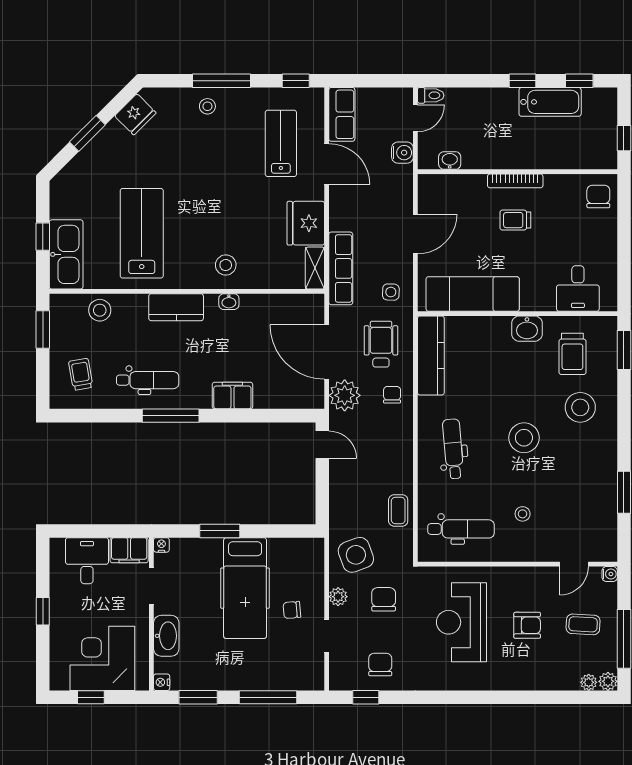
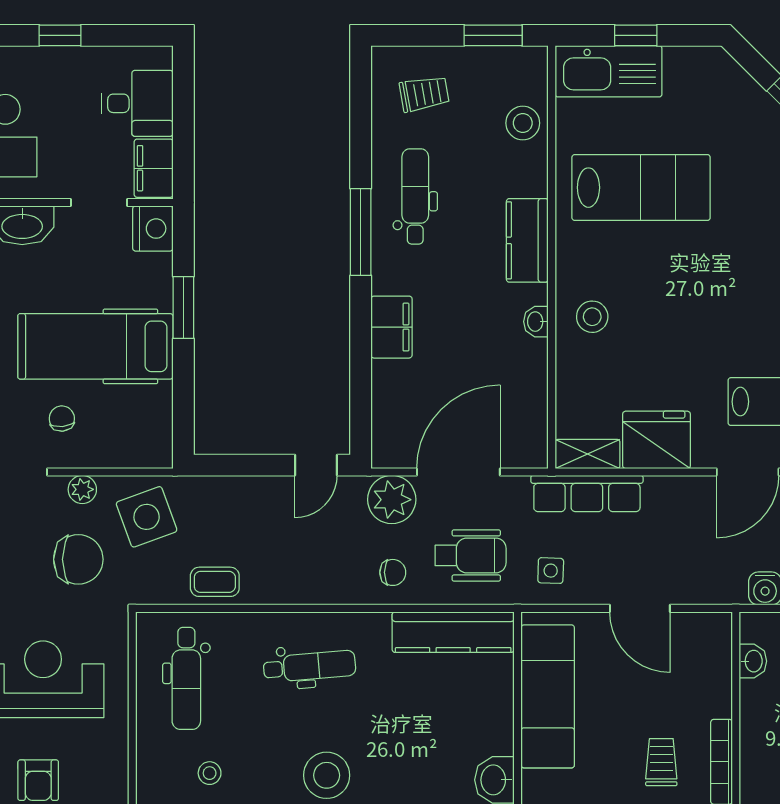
dental chair: (148, 380) -> (415, 197), turned 180
nightstand: (161, 545) -> (153, 229), width x1.89, depth x1.79
chair: (384, 599) -> (78, 559), width x1.37, depth x1.37

